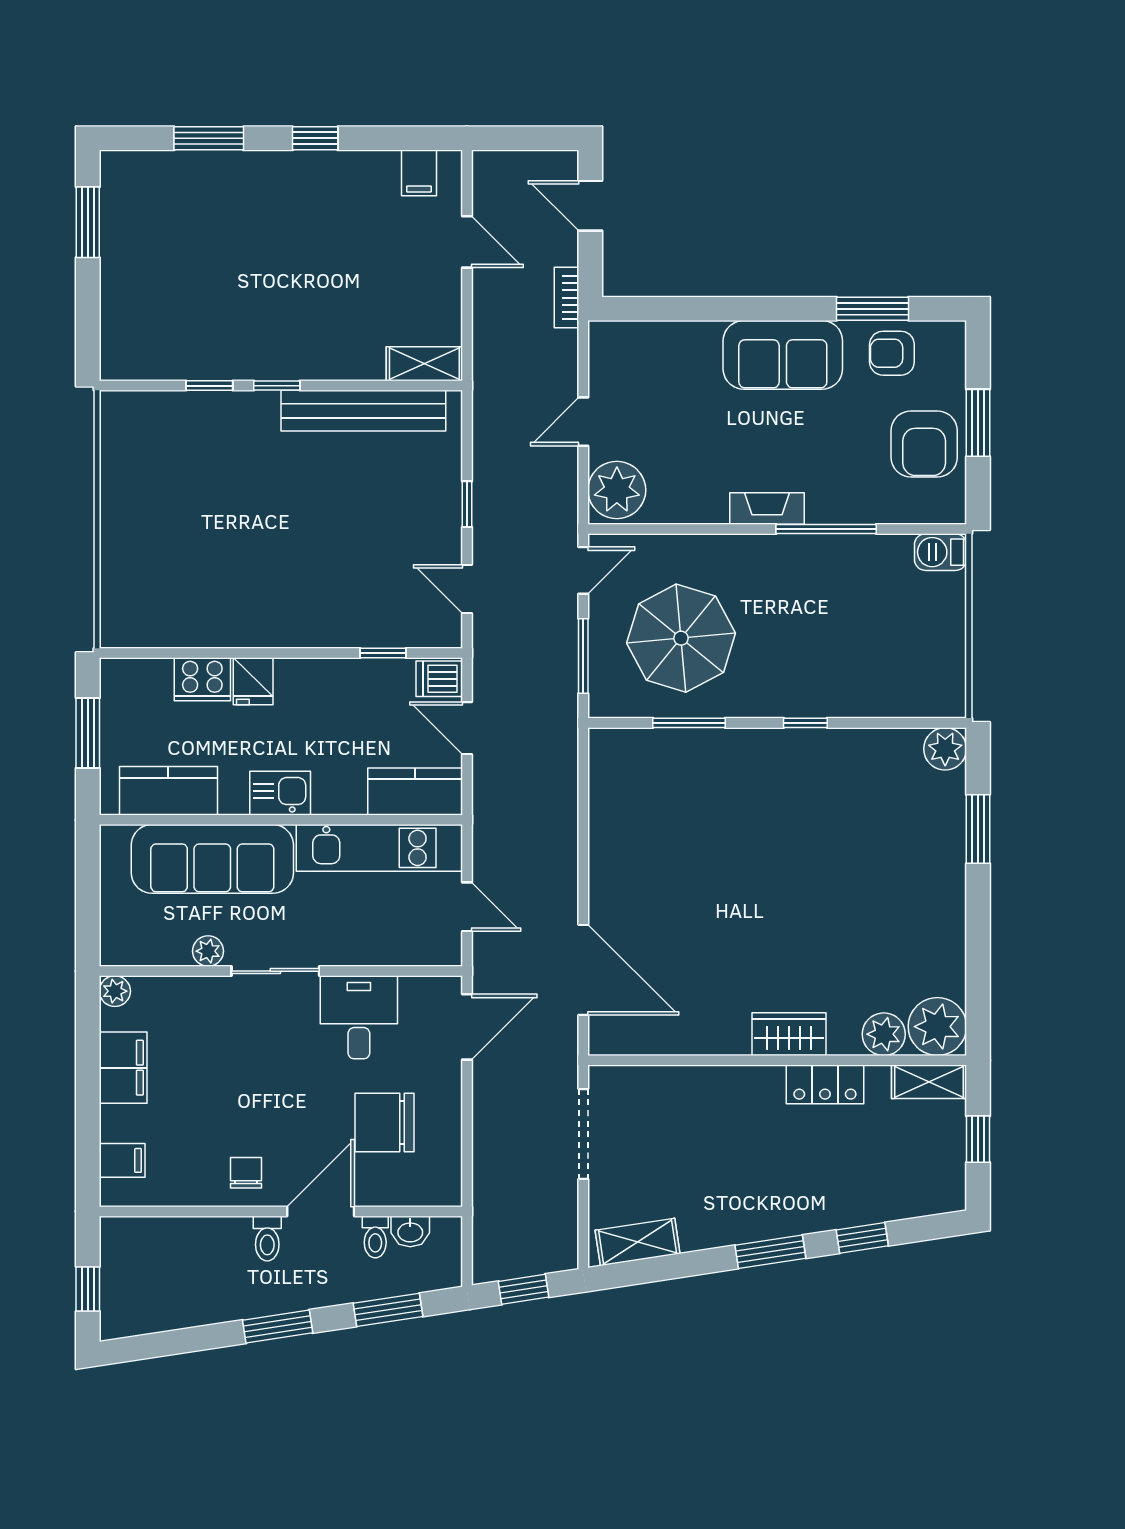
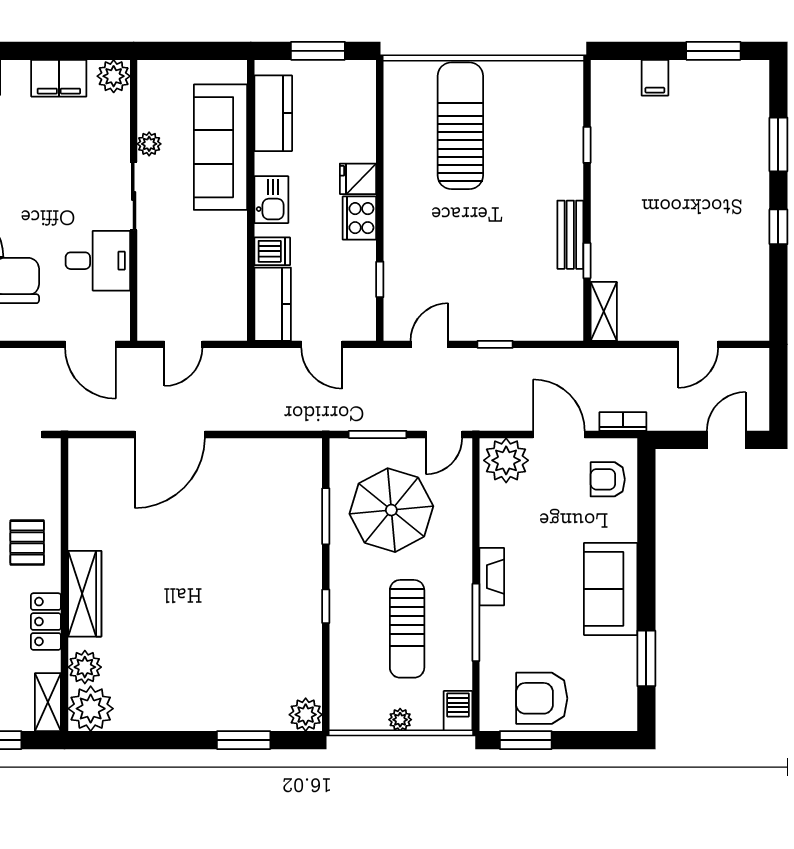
filing cabinet: (419, 173) -> (655, 78), moved, turned -90
bookcase: (567, 298) -> (623, 421), moved
armchair: (892, 353) -> (608, 479), moved, turned -90
window: (277, 386) -> (587, 261), moved
bench: (363, 411) -> (570, 235), width x0.54, depth x0.82
door: (583, 422) -> (559, 434), width x1.38
window: (978, 423) -> (526, 740), moved
sun lounger: (185, 549) -> (460, 126), added
door: (583, 570) -> (444, 434), hinge flipped
sun lounger: (834, 618) -> (407, 629), added
plant: (952, 627) -> (400, 720), added
cooker: (202, 679) -> (359, 218), moved
dishwasher: (439, 679) -> (272, 251), moved, turned 90
door: (467, 728) -> (322, 344), swing flipped
kitchen unit: (379, 848) -> (229, 277), removed
door: (583, 970) -> (170, 434), moved
plant: (115, 991) -> (114, 76), width x1.38, depth x1.38
wardrobe: (789, 1034) -> (85, 594), width x1.50
pallet: (723, 1109) -> (27, 543), added

